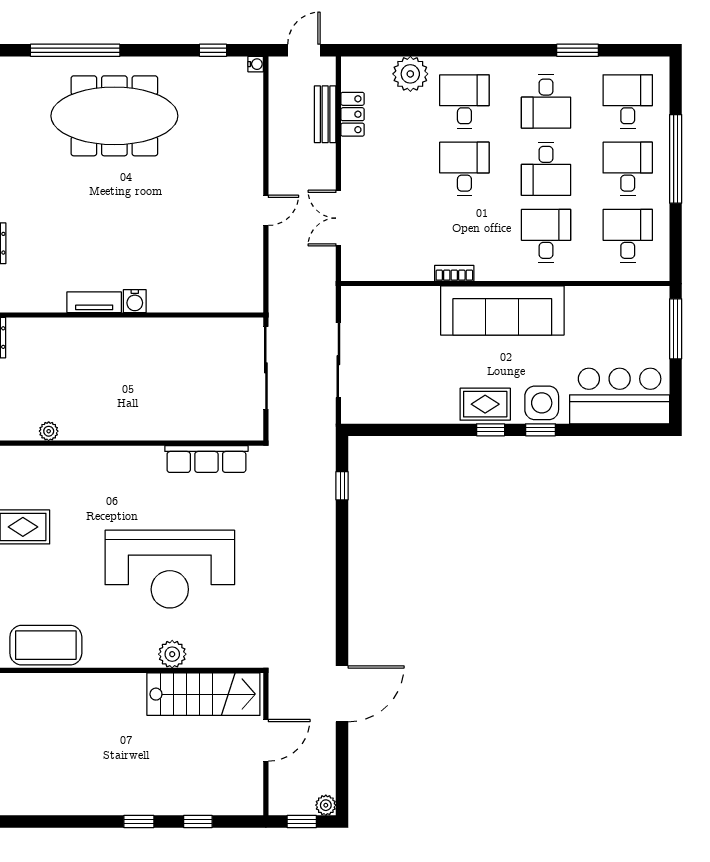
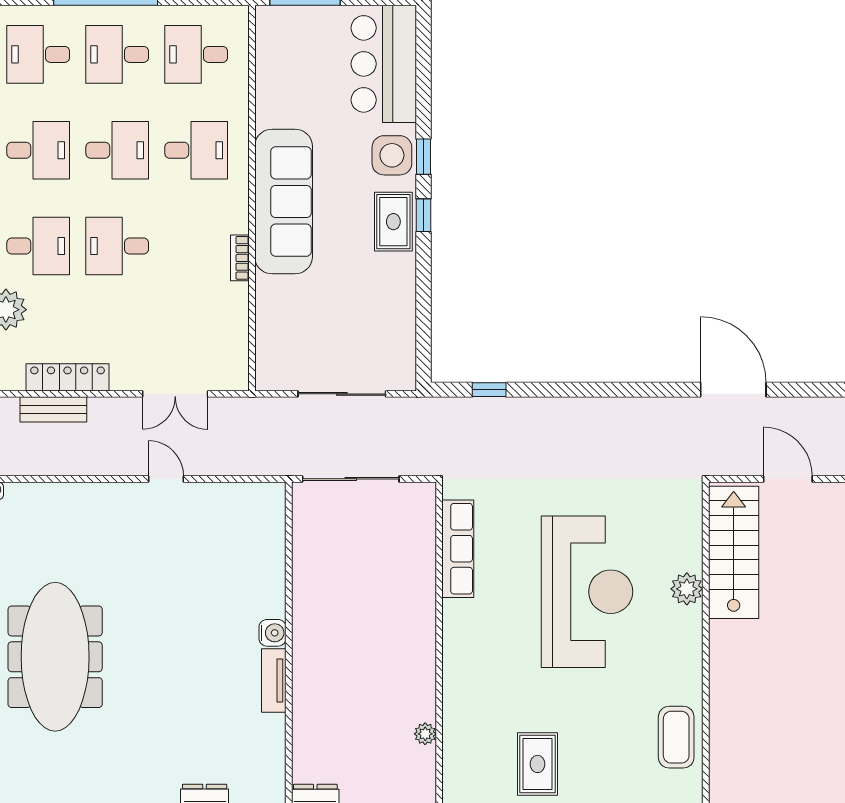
desk: (464, 101) -> (38, 246), turned 180
locker: (353, 114) -> (68, 377), width x1.53
desk: (546, 236) -> (196, 150), turned 180
coffee table: (46, 645) -> (676, 737), width x0.73, depth x0.76

